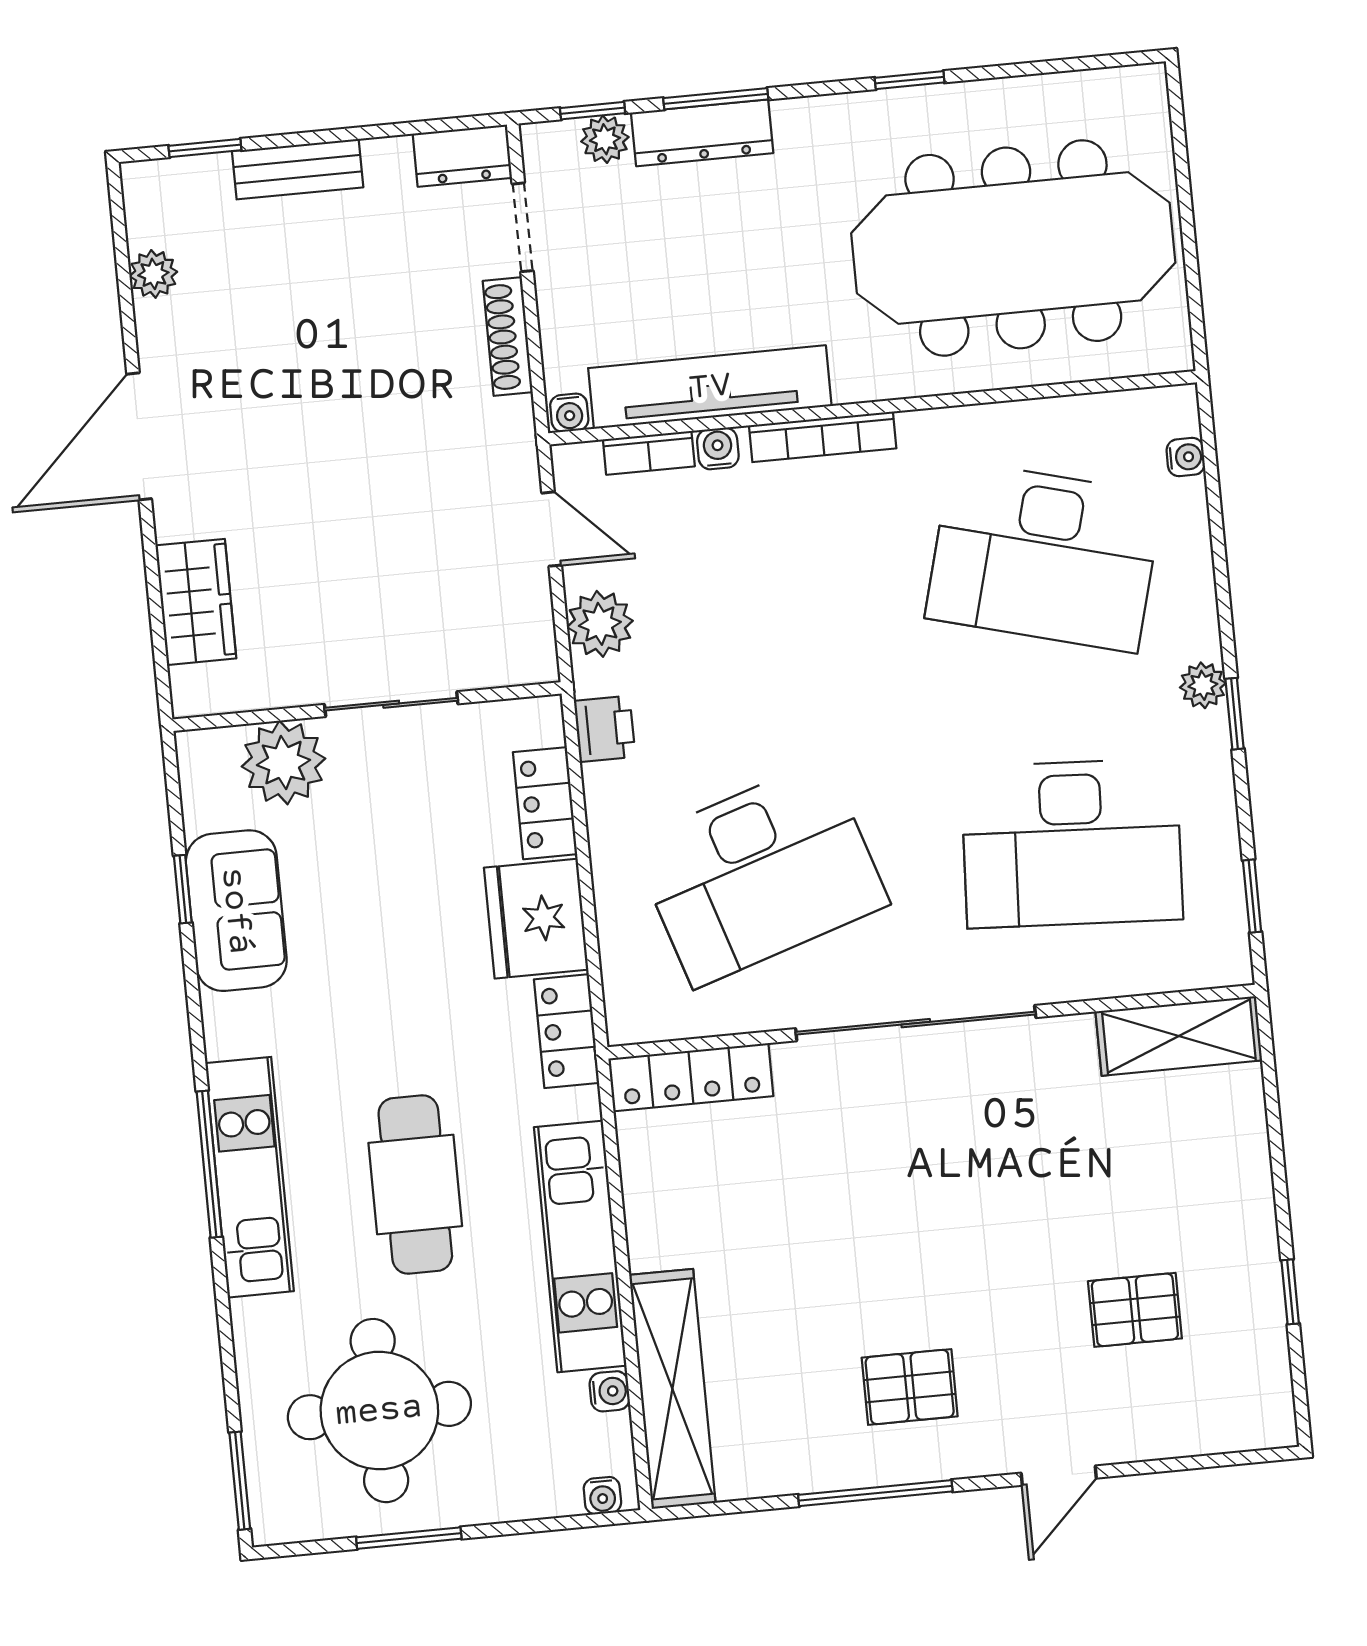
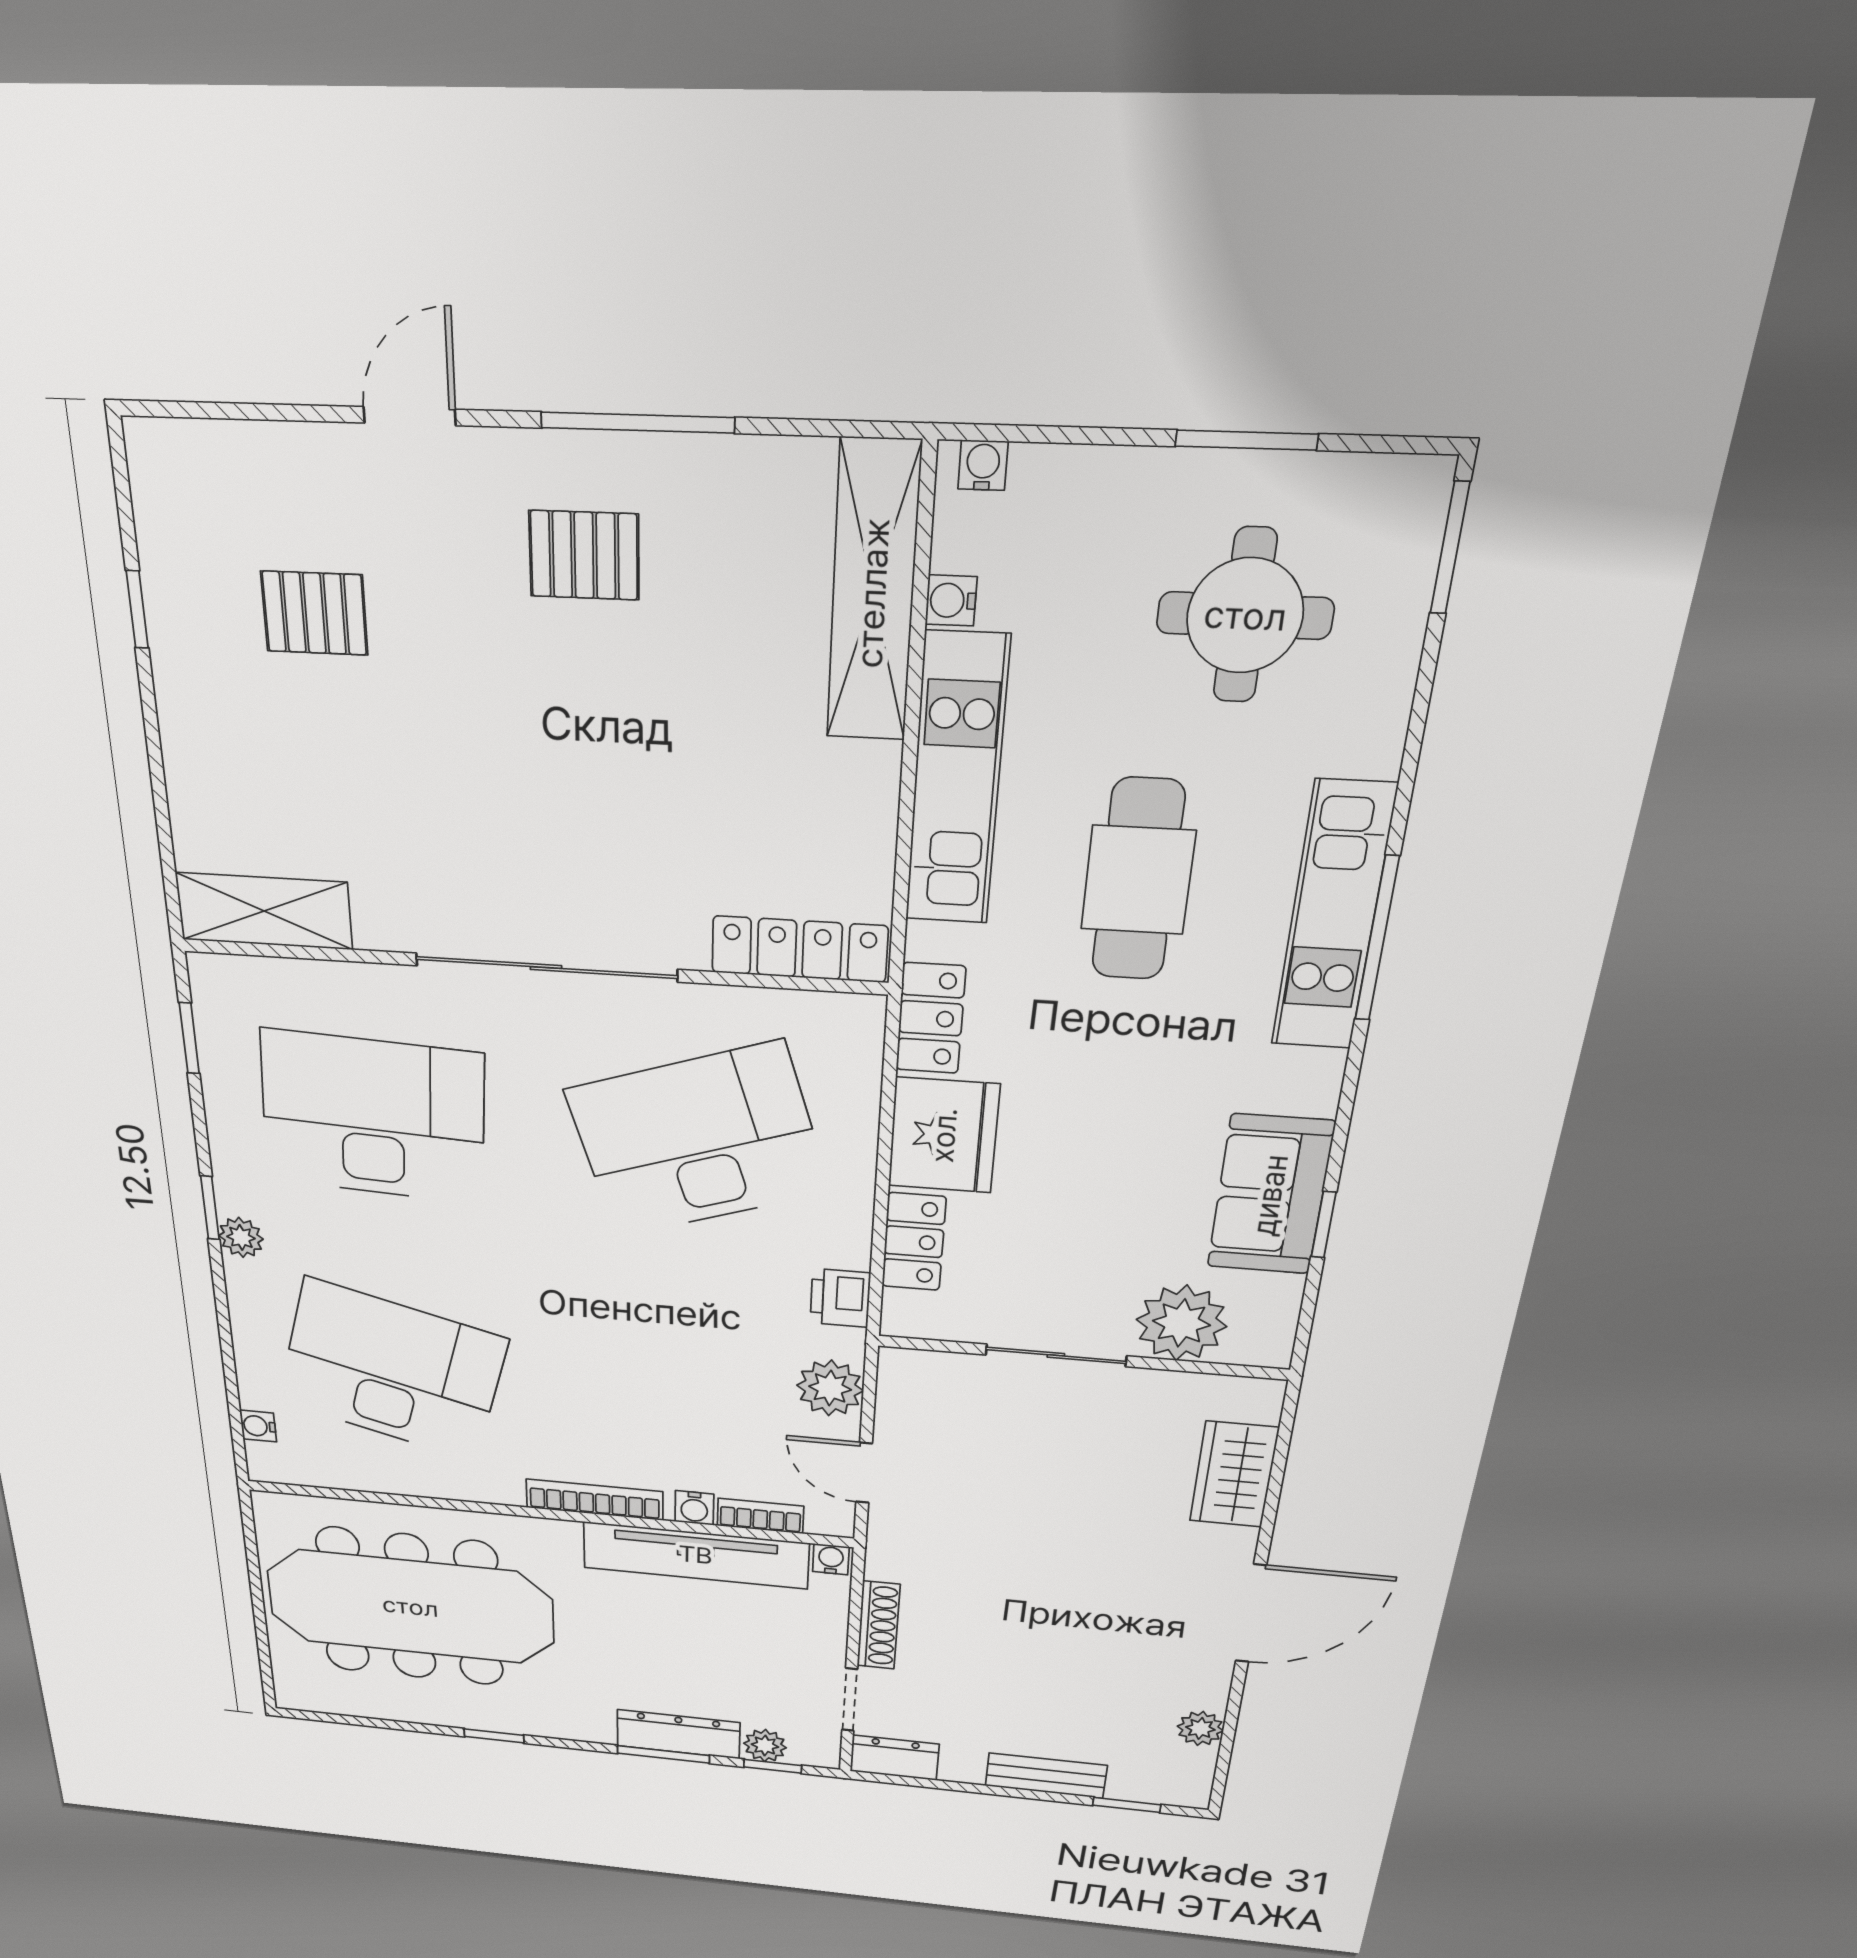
round table: (379, 1411) -> (1245, 616), width x0.73, depth x0.73

